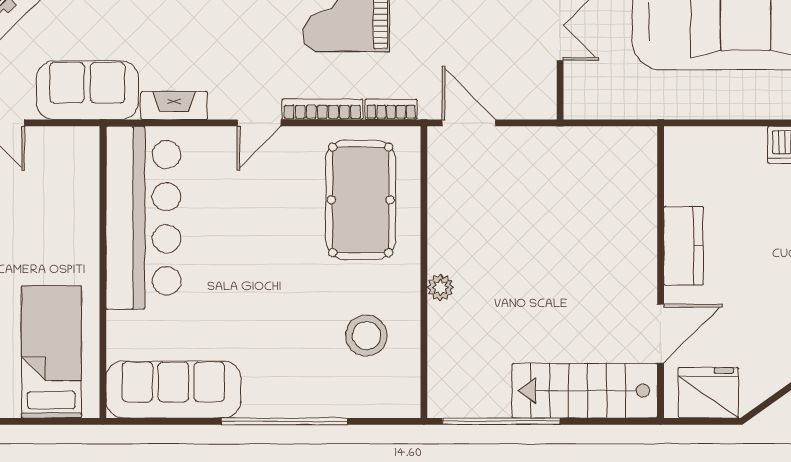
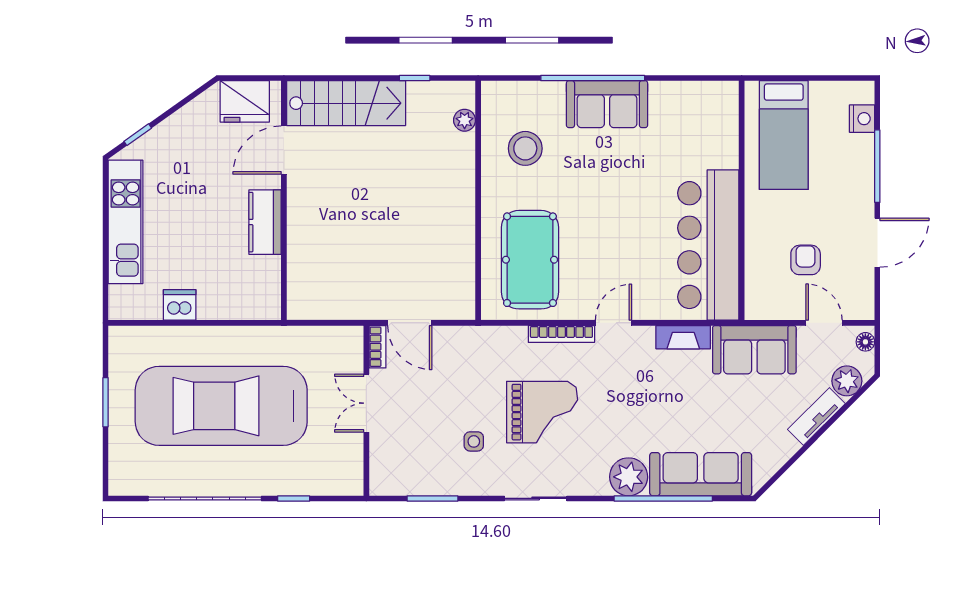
bookcase: (391, 109) -> (378, 347), moved, turned -90
door: (469, 123) -> (410, 323), moved
armchair: (25, 200) -> (806, 260), added
plant: (440, 287) -> (465, 120), moved
sofa: (173, 389) -> (607, 104), moved, width x0.73
window: (501, 421) -> (415, 78), width x0.32

